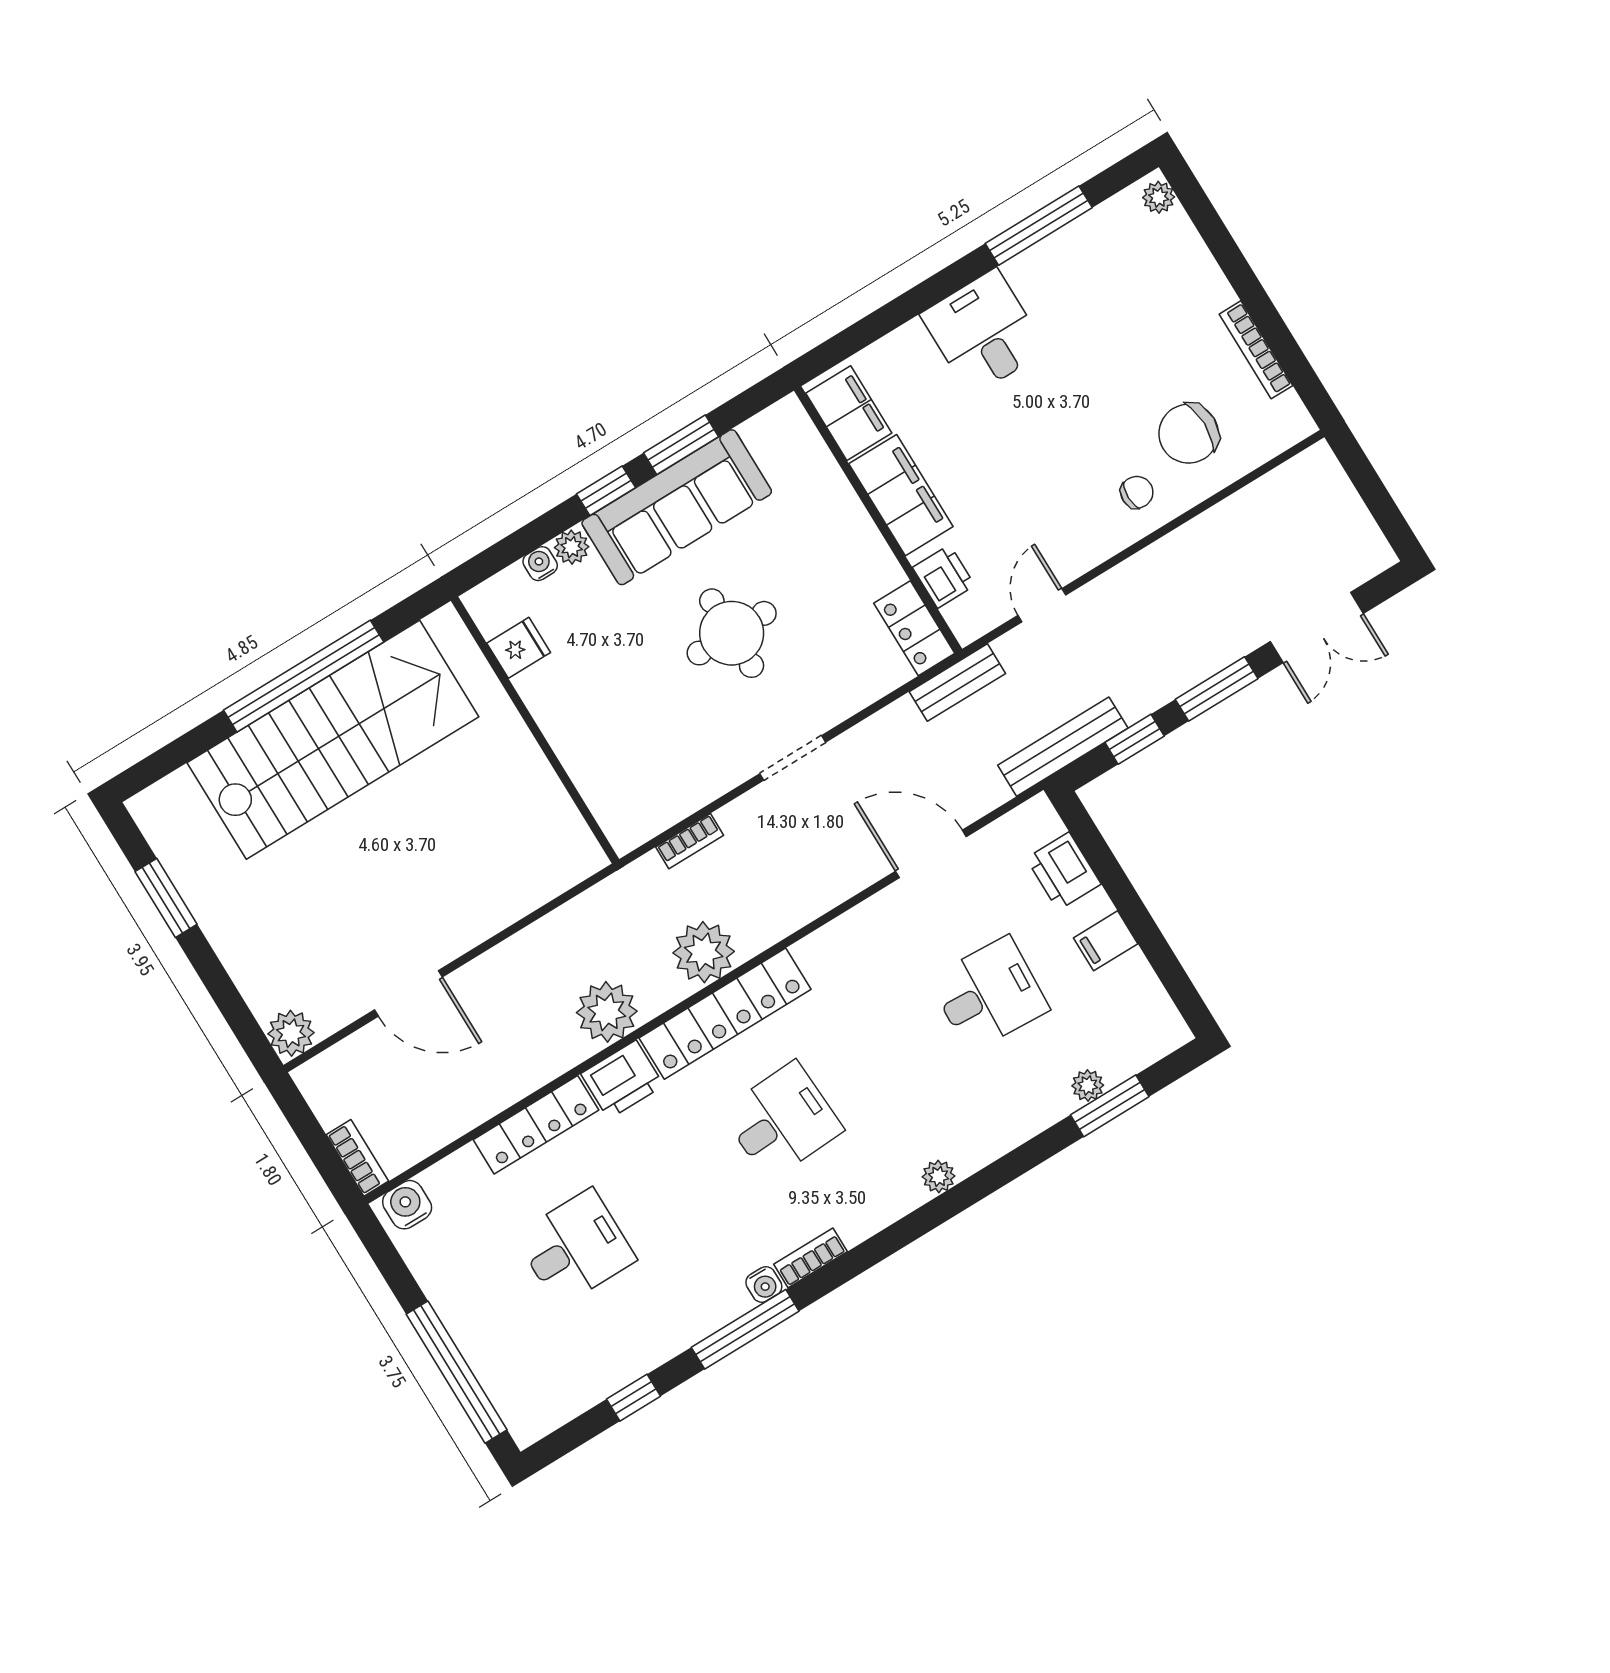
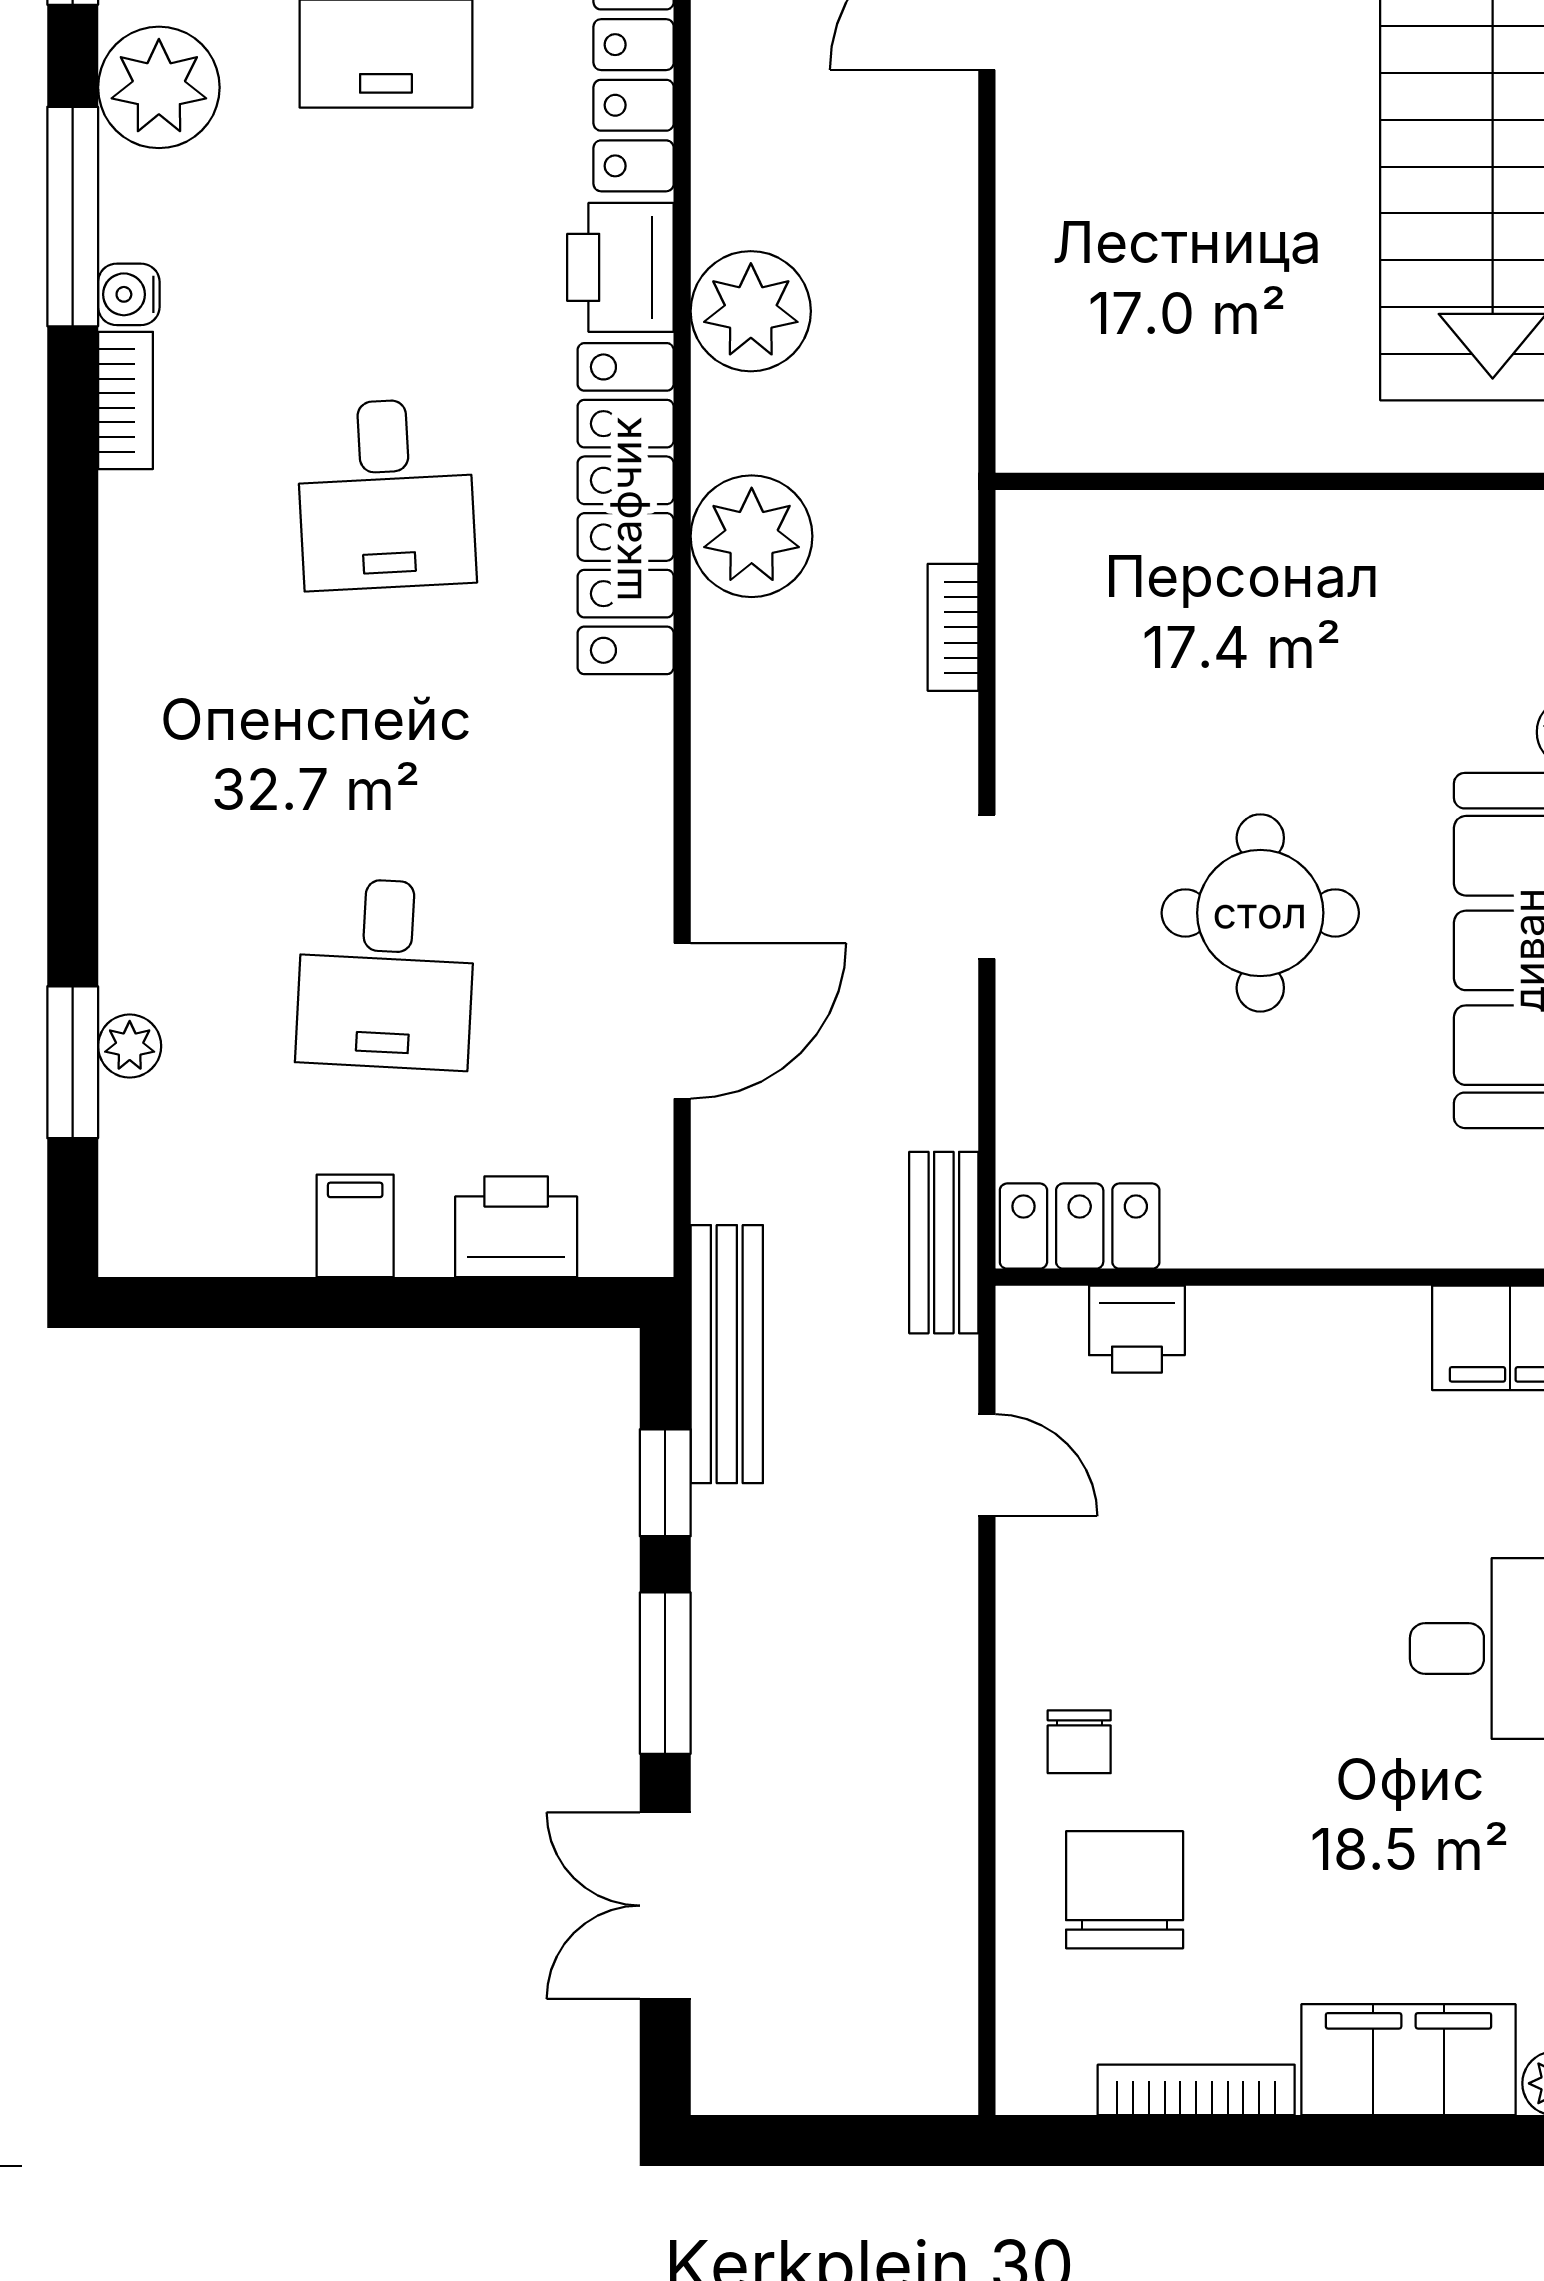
filing cabinet: (901, 495) -> (1408, 2060), moved, turned 180
fridge: (519, 648) -> (1456, 539), removed
plant: (939, 1176) -> (159, 87), moved, width x1.88, depth x1.88

